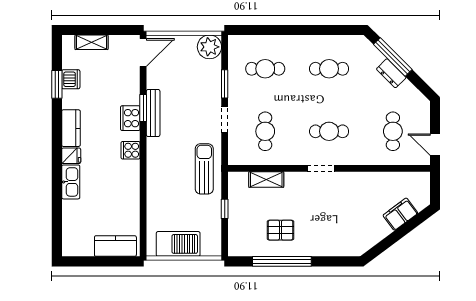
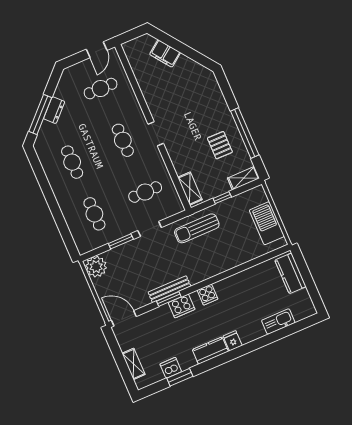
shelving: (266, 180) -> (190, 189), moved
kitchen sink: (71, 182) -> (278, 322), moved
shelving: (235, 240) -> (243, 178), added

